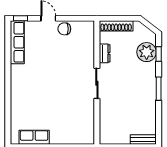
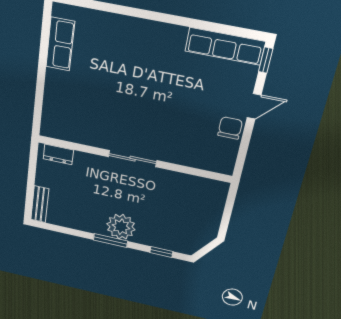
shoe rack: (116, 26) -> (217, 205), removed
plant: (147, 52) -> (121, 227), moved
dresser: (105, 53) -> (58, 154), moved

